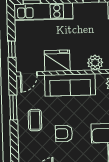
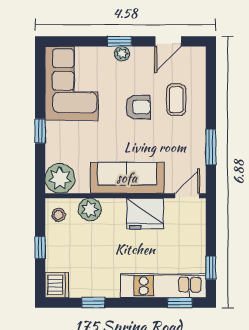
window: (12, 49) -> (211, 268), moved
coffee table: (35, 120) -> (176, 100), moved

